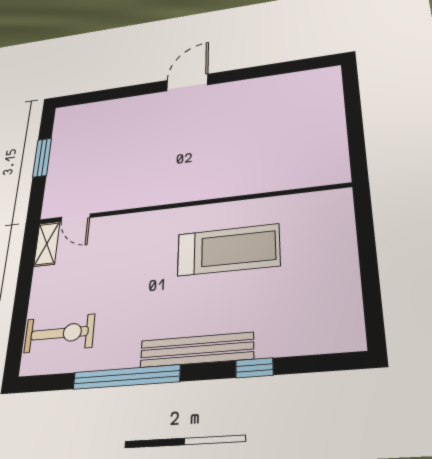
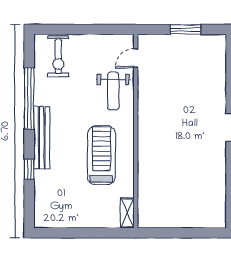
weight bench: (123, 243) -> (113, 91), added
shelving: (47, 244) -> (127, 213), moved, turned 90
treadmill: (228, 250) -> (101, 155), turned 180

